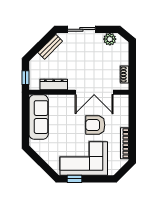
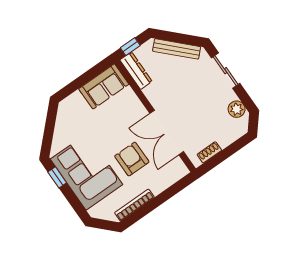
bench: (50, 47) -> (177, 49), width x1.36
dresser: (54, 84) -> (136, 71), moved
sofa: (39, 117) -> (104, 86), width x0.73

